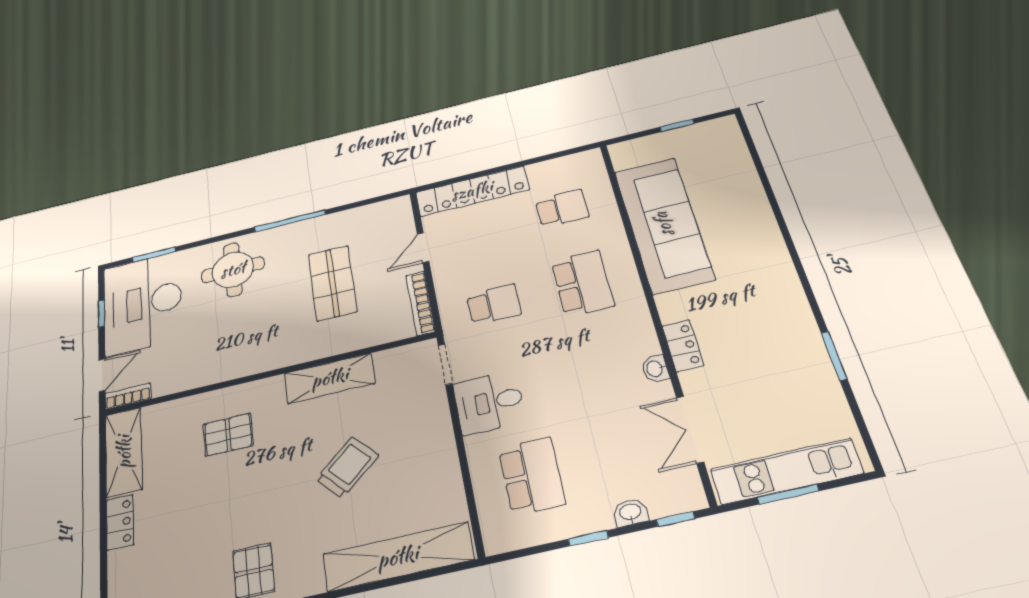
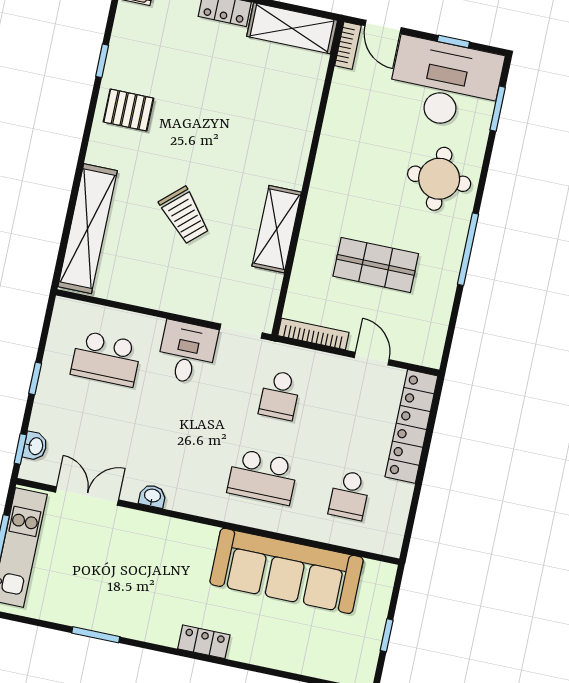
locker: (683, 346) -> (204, 642), moved, turned 180
pallet: (228, 435) -> (264, 125), removed
washbasin: (630, 512) -> (35, 446), moved

